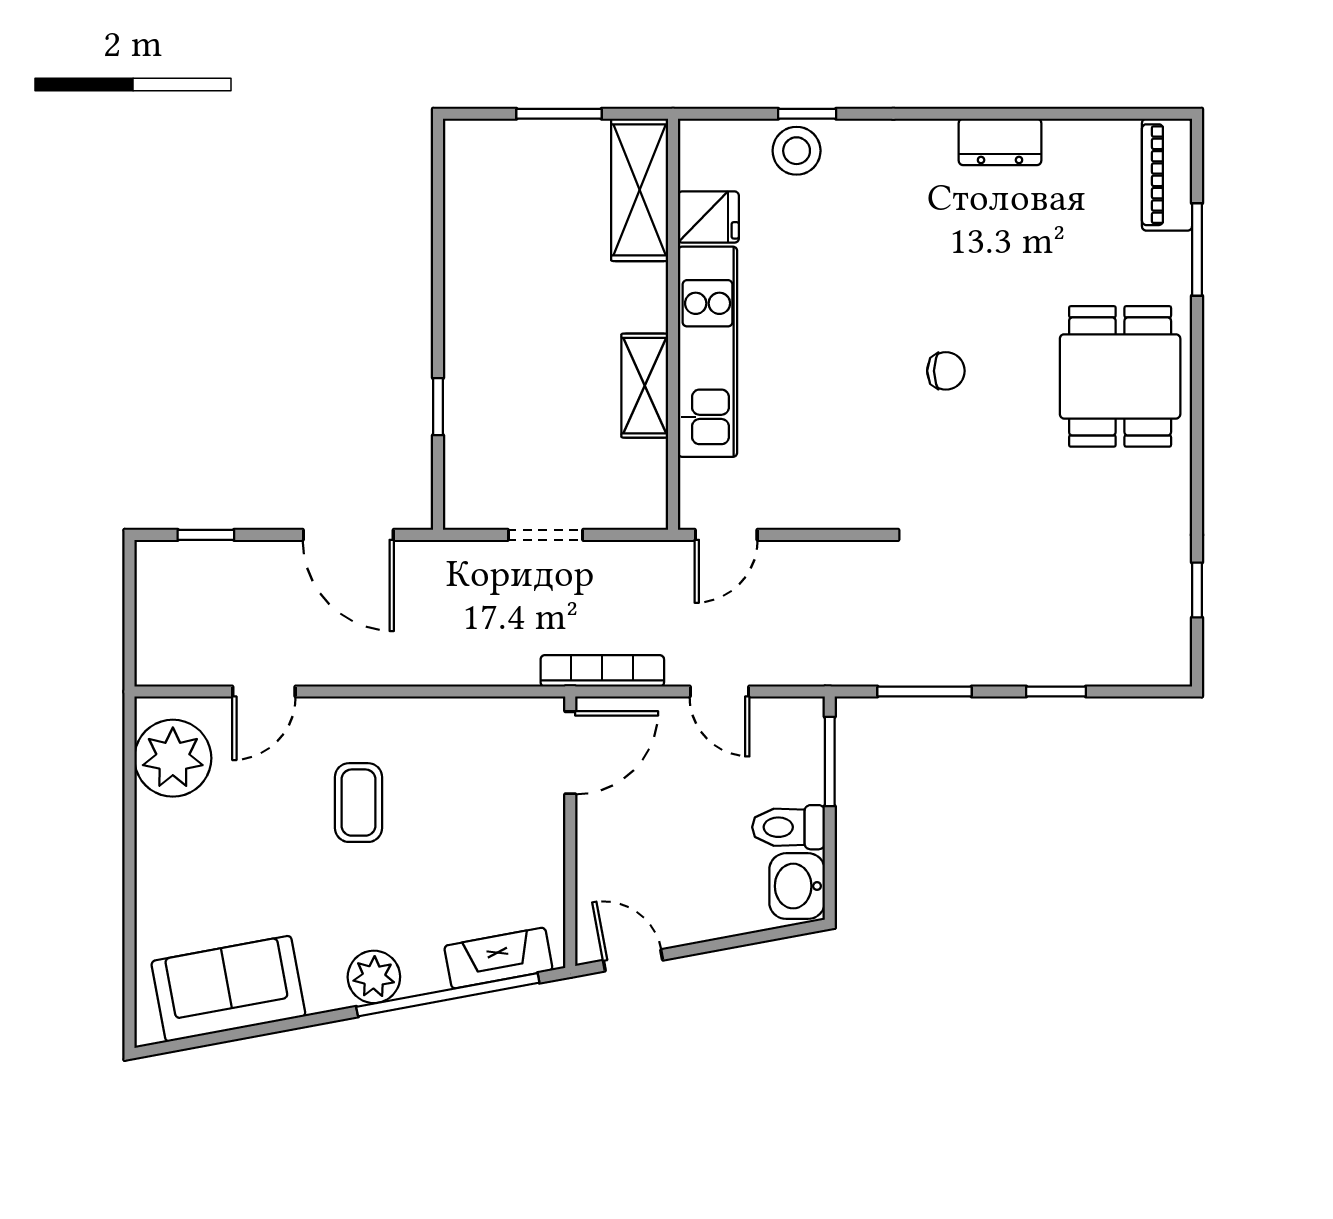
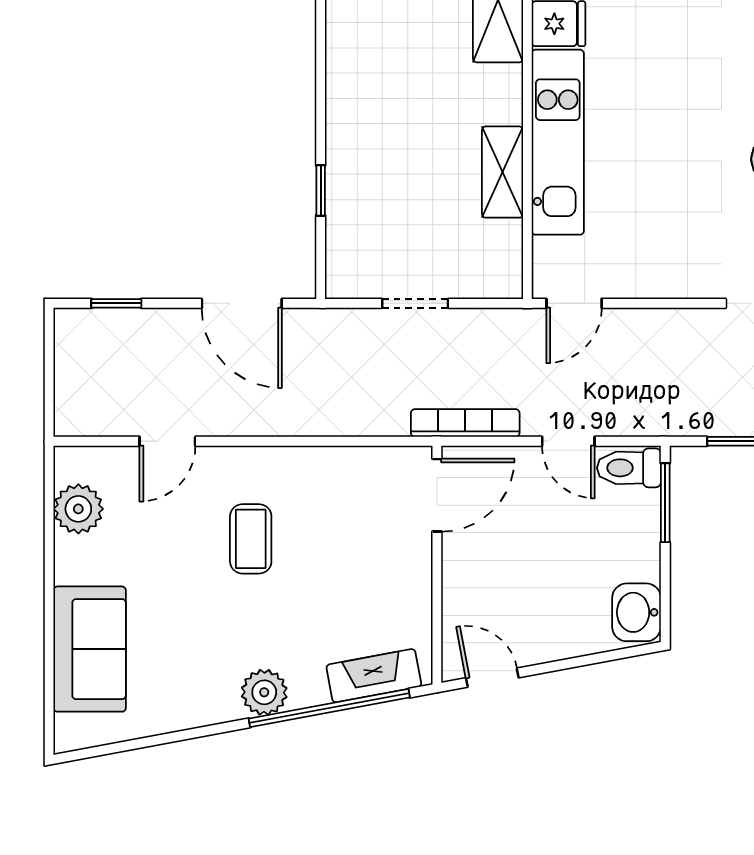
plant: (173, 758) -> (78, 509), width x0.73, depth x0.73
toilet: (788, 827) -> (629, 468), moved
sofa: (228, 989) -> (90, 649), moved, turned 101

